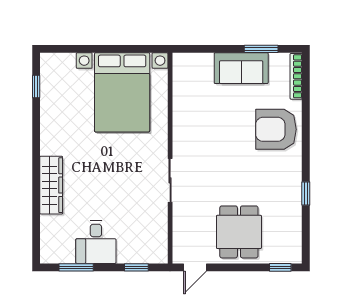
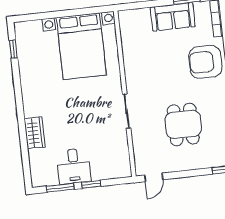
wardrobe: (51, 185) -> (35, 133), width x0.67
dining table: (239, 232) -> (183, 124), moved
window: (136, 267) -> (91, 184), moved

